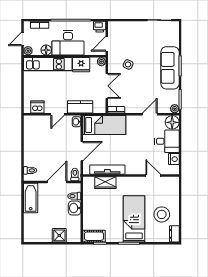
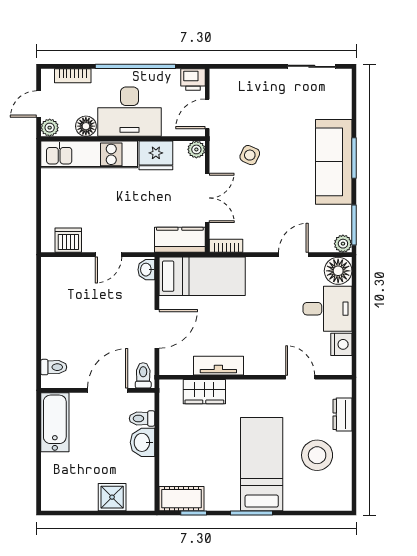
kitchen counter: (80, 107) -> (180, 240), moved
tv unit: (107, 170) -> (218, 366), width x0.71
dresser: (174, 234) -> (342, 414), moved

